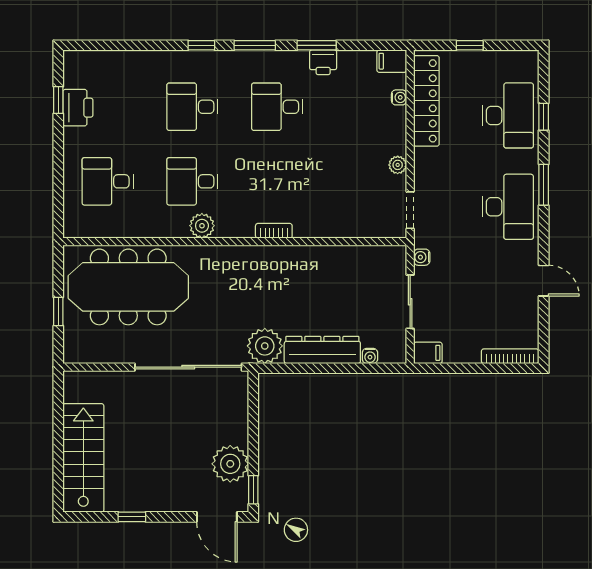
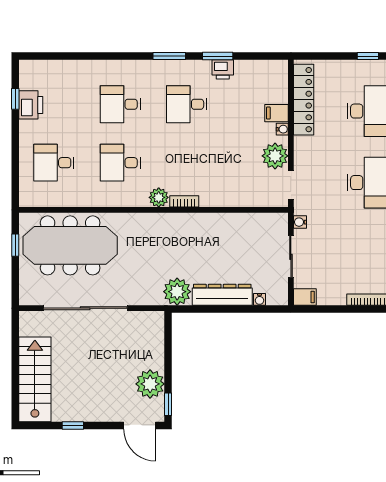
window: (201, 45) -> (127, 56), removed
window: (470, 45) -> (368, 56), moved
filing cabinet: (392, 61) -> (277, 113), moved
water cooler: (399, 97) -> (282, 129), moved
plant: (398, 165) -> (275, 156), width x1.87, depth x1.87
plant: (202, 226) -> (159, 197), moved
window: (58, 311) -> (15, 245), moved
sliding door: (188, 367) -> (85, 308), moved

